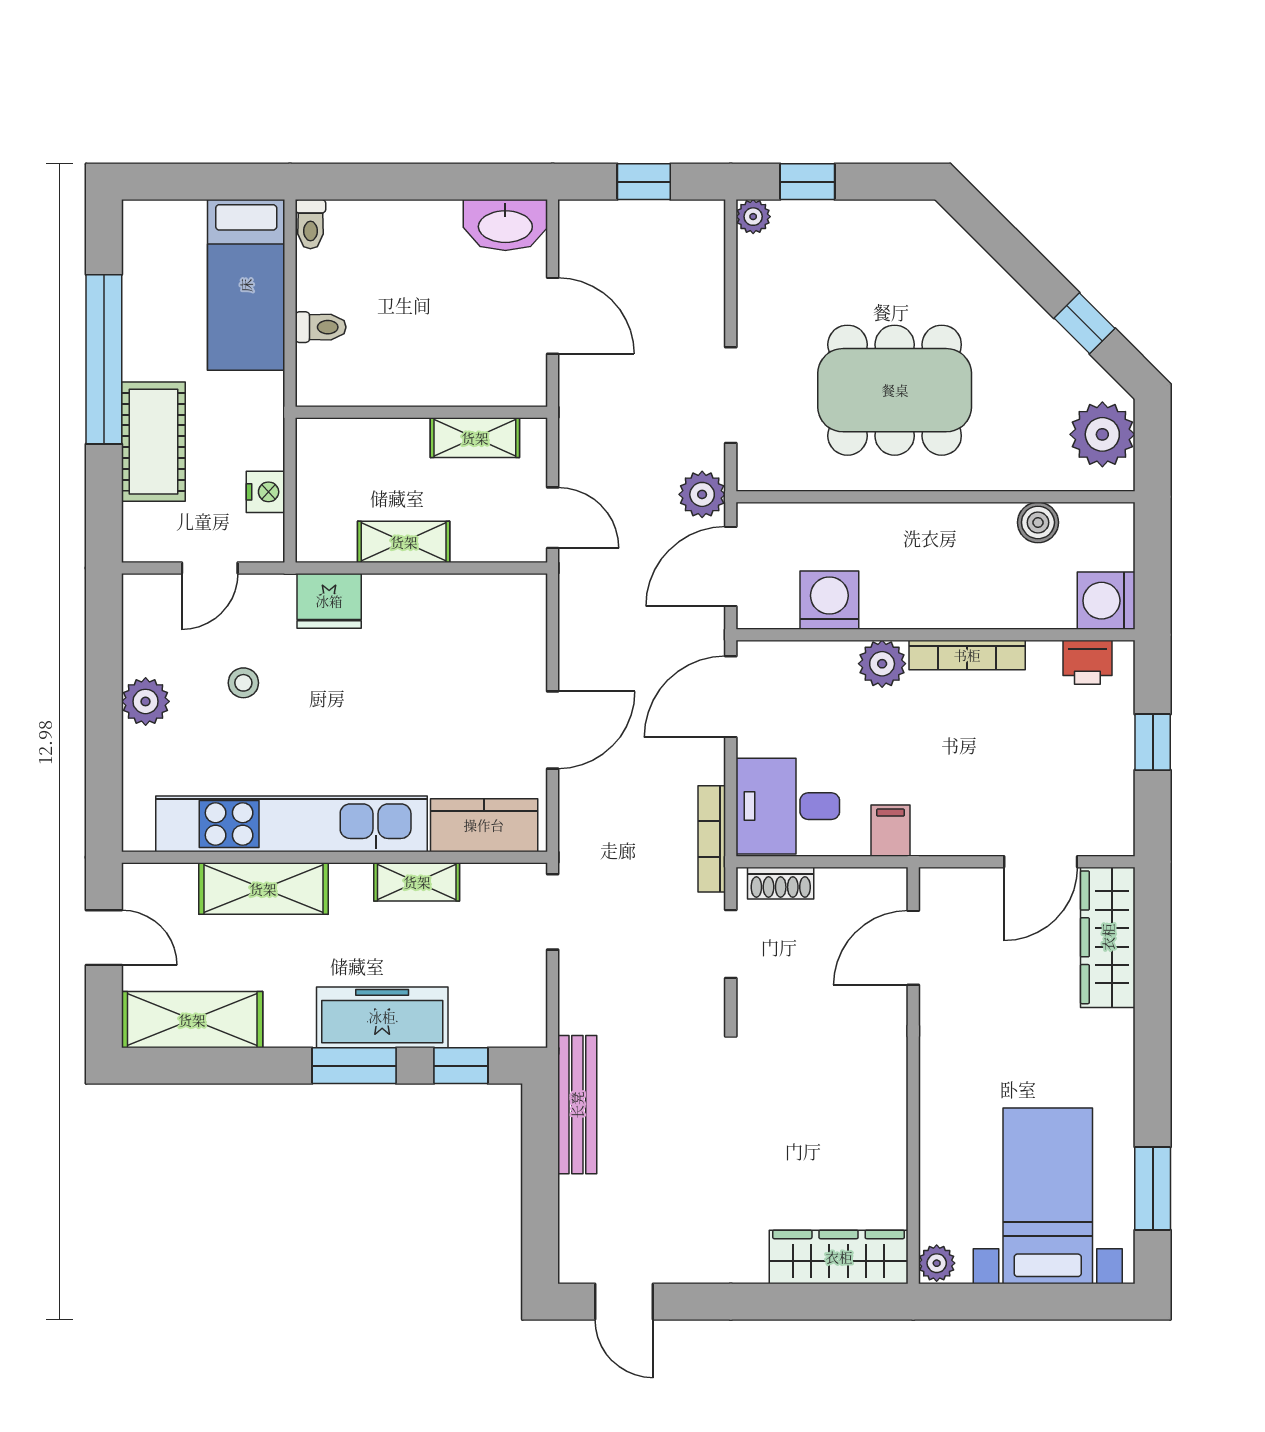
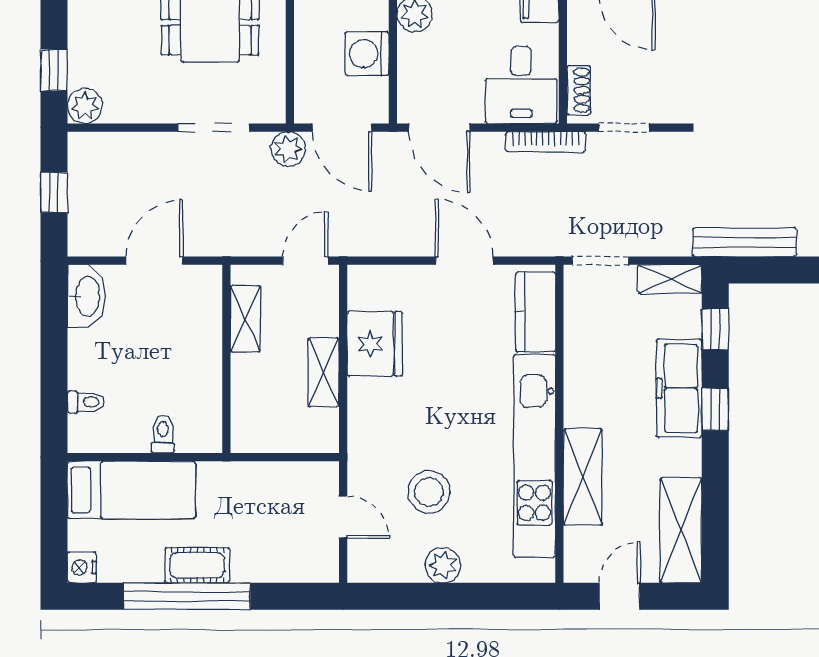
plant: (753, 217) -> (85, 106), width x1.38, depth x1.38
toilet: (310, 224) -> (86, 402), moved
cot: (153, 442) -> (197, 565), moved, width x0.73, depth x0.75
nightstand: (265, 492) -> (82, 567), moved, turned -90
fridge: (329, 601) -> (375, 344), moved, width x1.36, depth x1.34
stool: (243, 683) -> (429, 492), width x1.89, depth x1.89
shelving: (417, 882) -> (670, 279), moved, turned 90
window: (354, 1066) -> (715, 409), width x0.67

